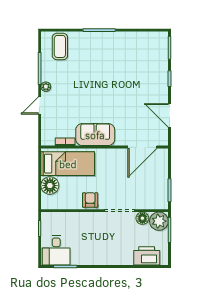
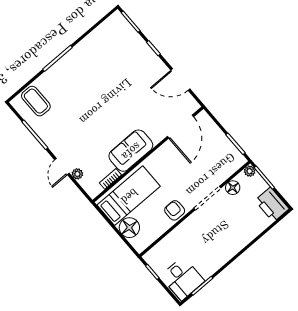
plant: (46, 87) -> (77, 174), moved
plant: (159, 221) -> (250, 171), width x0.53, depth x0.53
printer: (147, 256) -> (272, 205), moved, turned -90

